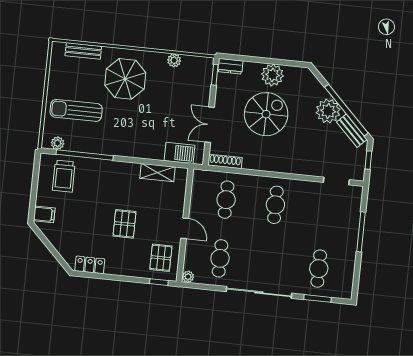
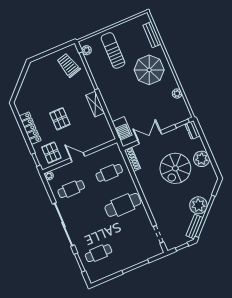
spiral stairs: (266, 114) -> (175, 168), turned 90
shelving: (158, 173) -> (95, 104), moved
trolley: (64, 176) -> (68, 65), turned 74
cafe table: (275, 205) -> (123, 205), width x1.37, depth x1.35
filing cabinet: (44, 214) -> (38, 66), removed
pallet: (125, 224) -> (60, 119), turned 90
door: (185, 228) -> (78, 157), swing flipped
pallet: (161, 258) -> (51, 153), turned 90
locker: (90, 265) -> (30, 128), moved, width x1.53

